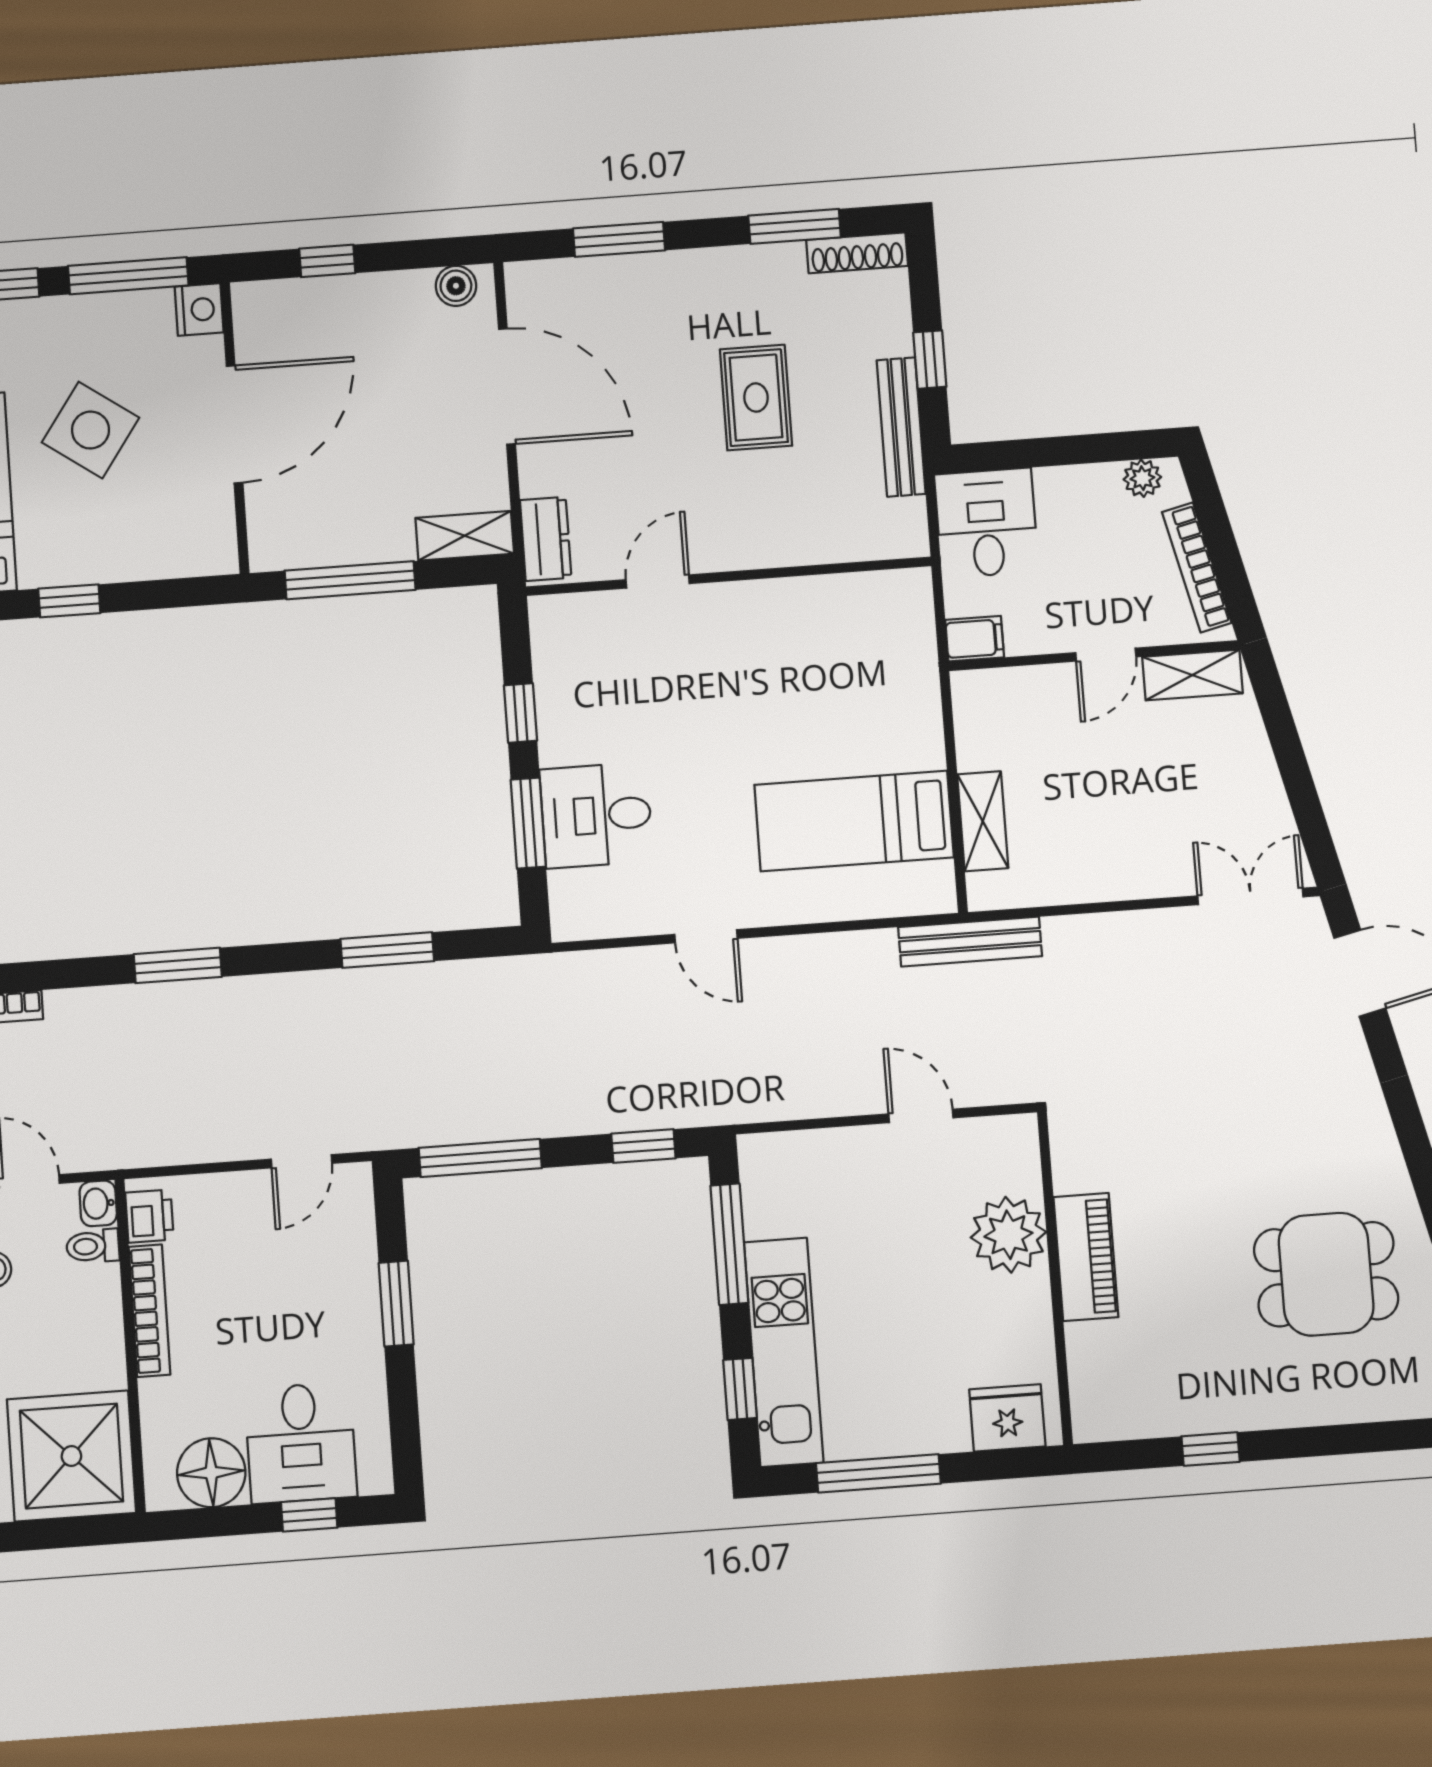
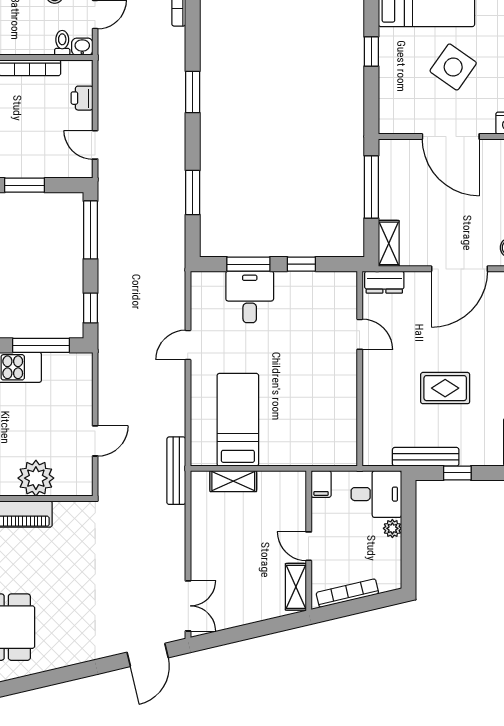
plant: (1142, 478) -> (392, 528), moved
printer: (149, 1216) -> (82, 98), moved, turned 90

